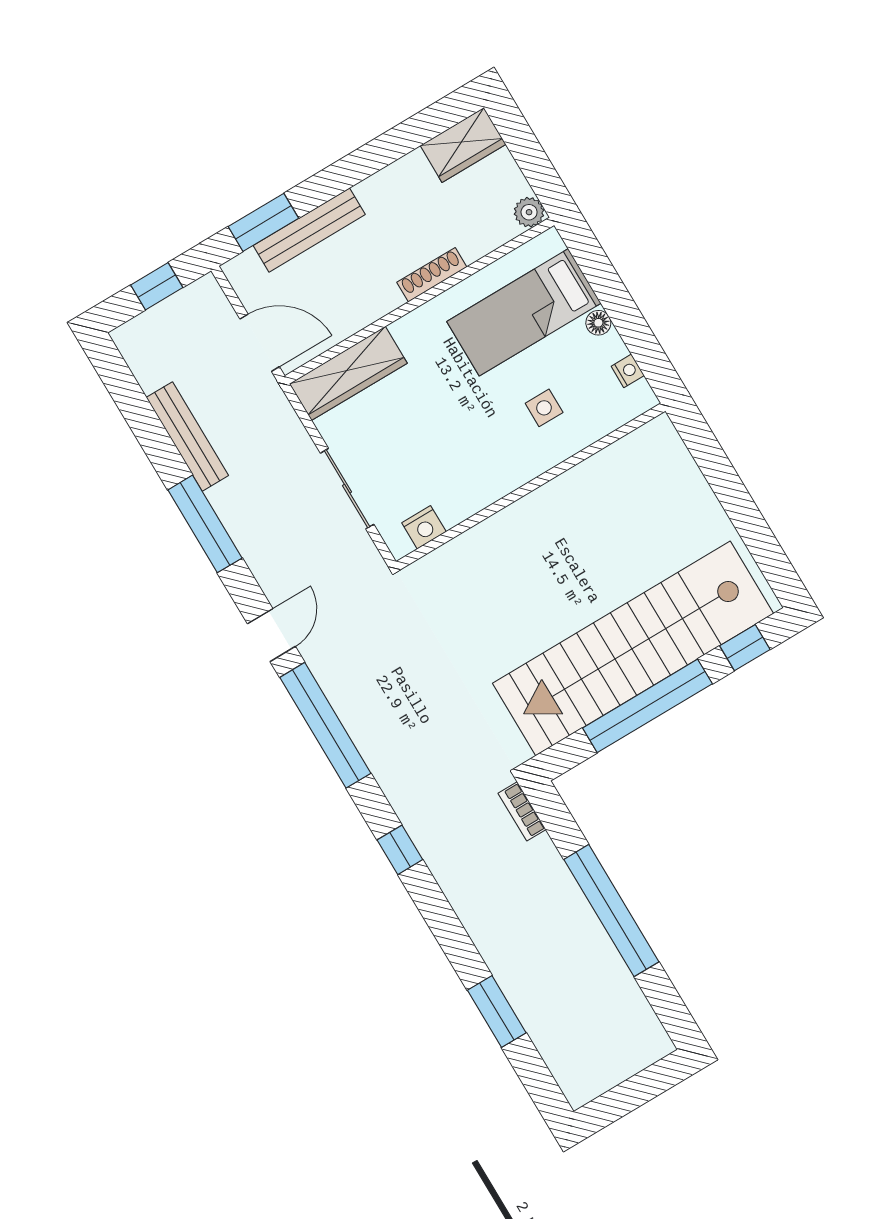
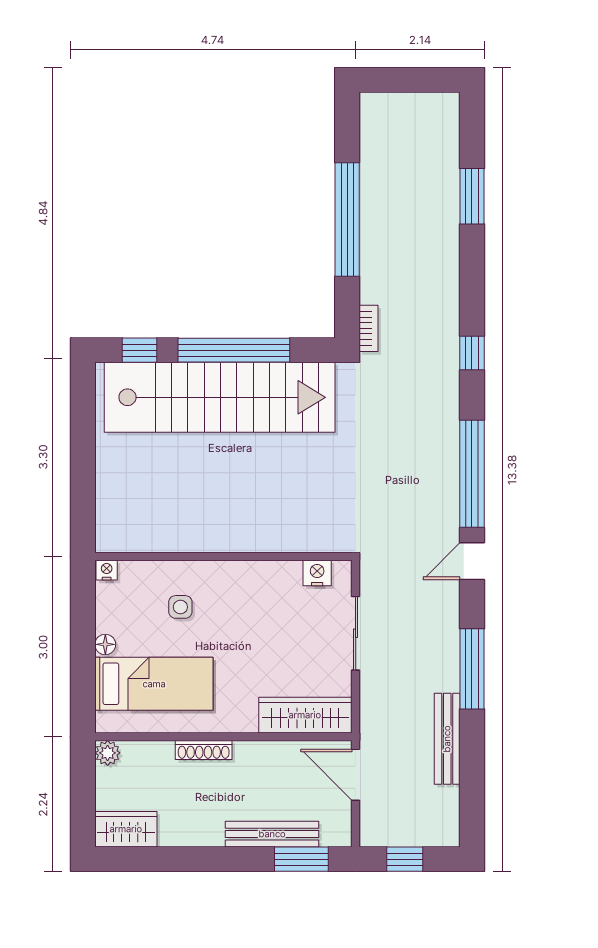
nightstand: (628, 371) -> (107, 570), moved, turned 90

